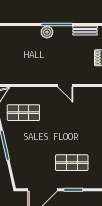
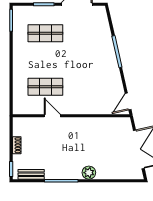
plant: (47, 32) -> (89, 173), moved
shop shelf: (23, 113) -> (45, 87), moved

